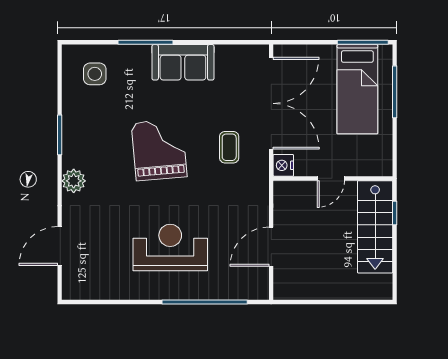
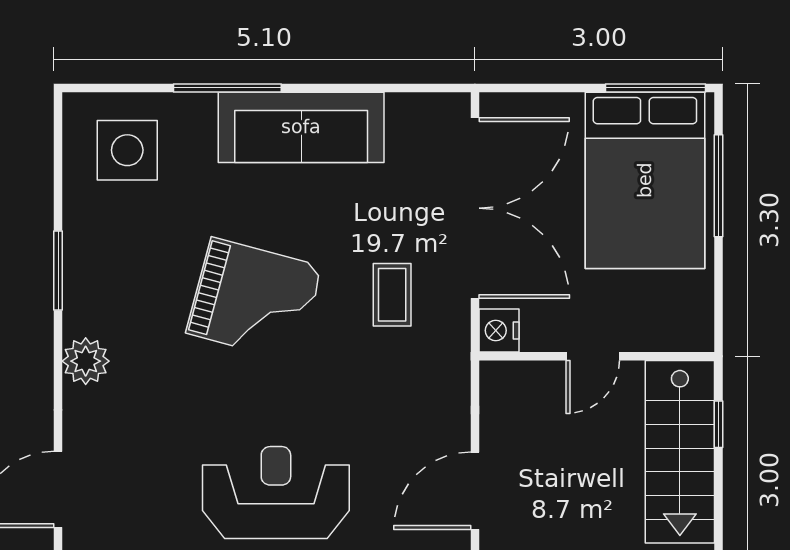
sofa: (183, 62) -> (301, 127), width x1.36
side table: (95, 74) -> (127, 150), width x1.37, depth x1.37
bed: (357, 89) -> (645, 180), width x1.50
grand piano: (159, 150) -> (254, 300), turned 110

